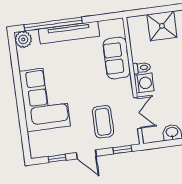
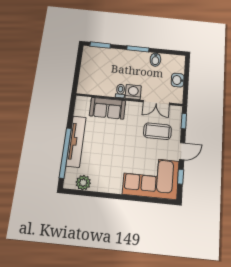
shower: (162, 26) -> (91, 68), removed
plant: (23, 39) -> (83, 183), moved
corner sofa: (45, 99) -> (151, 178), moved
double door: (137, 113) -> (156, 103), swing flipped

